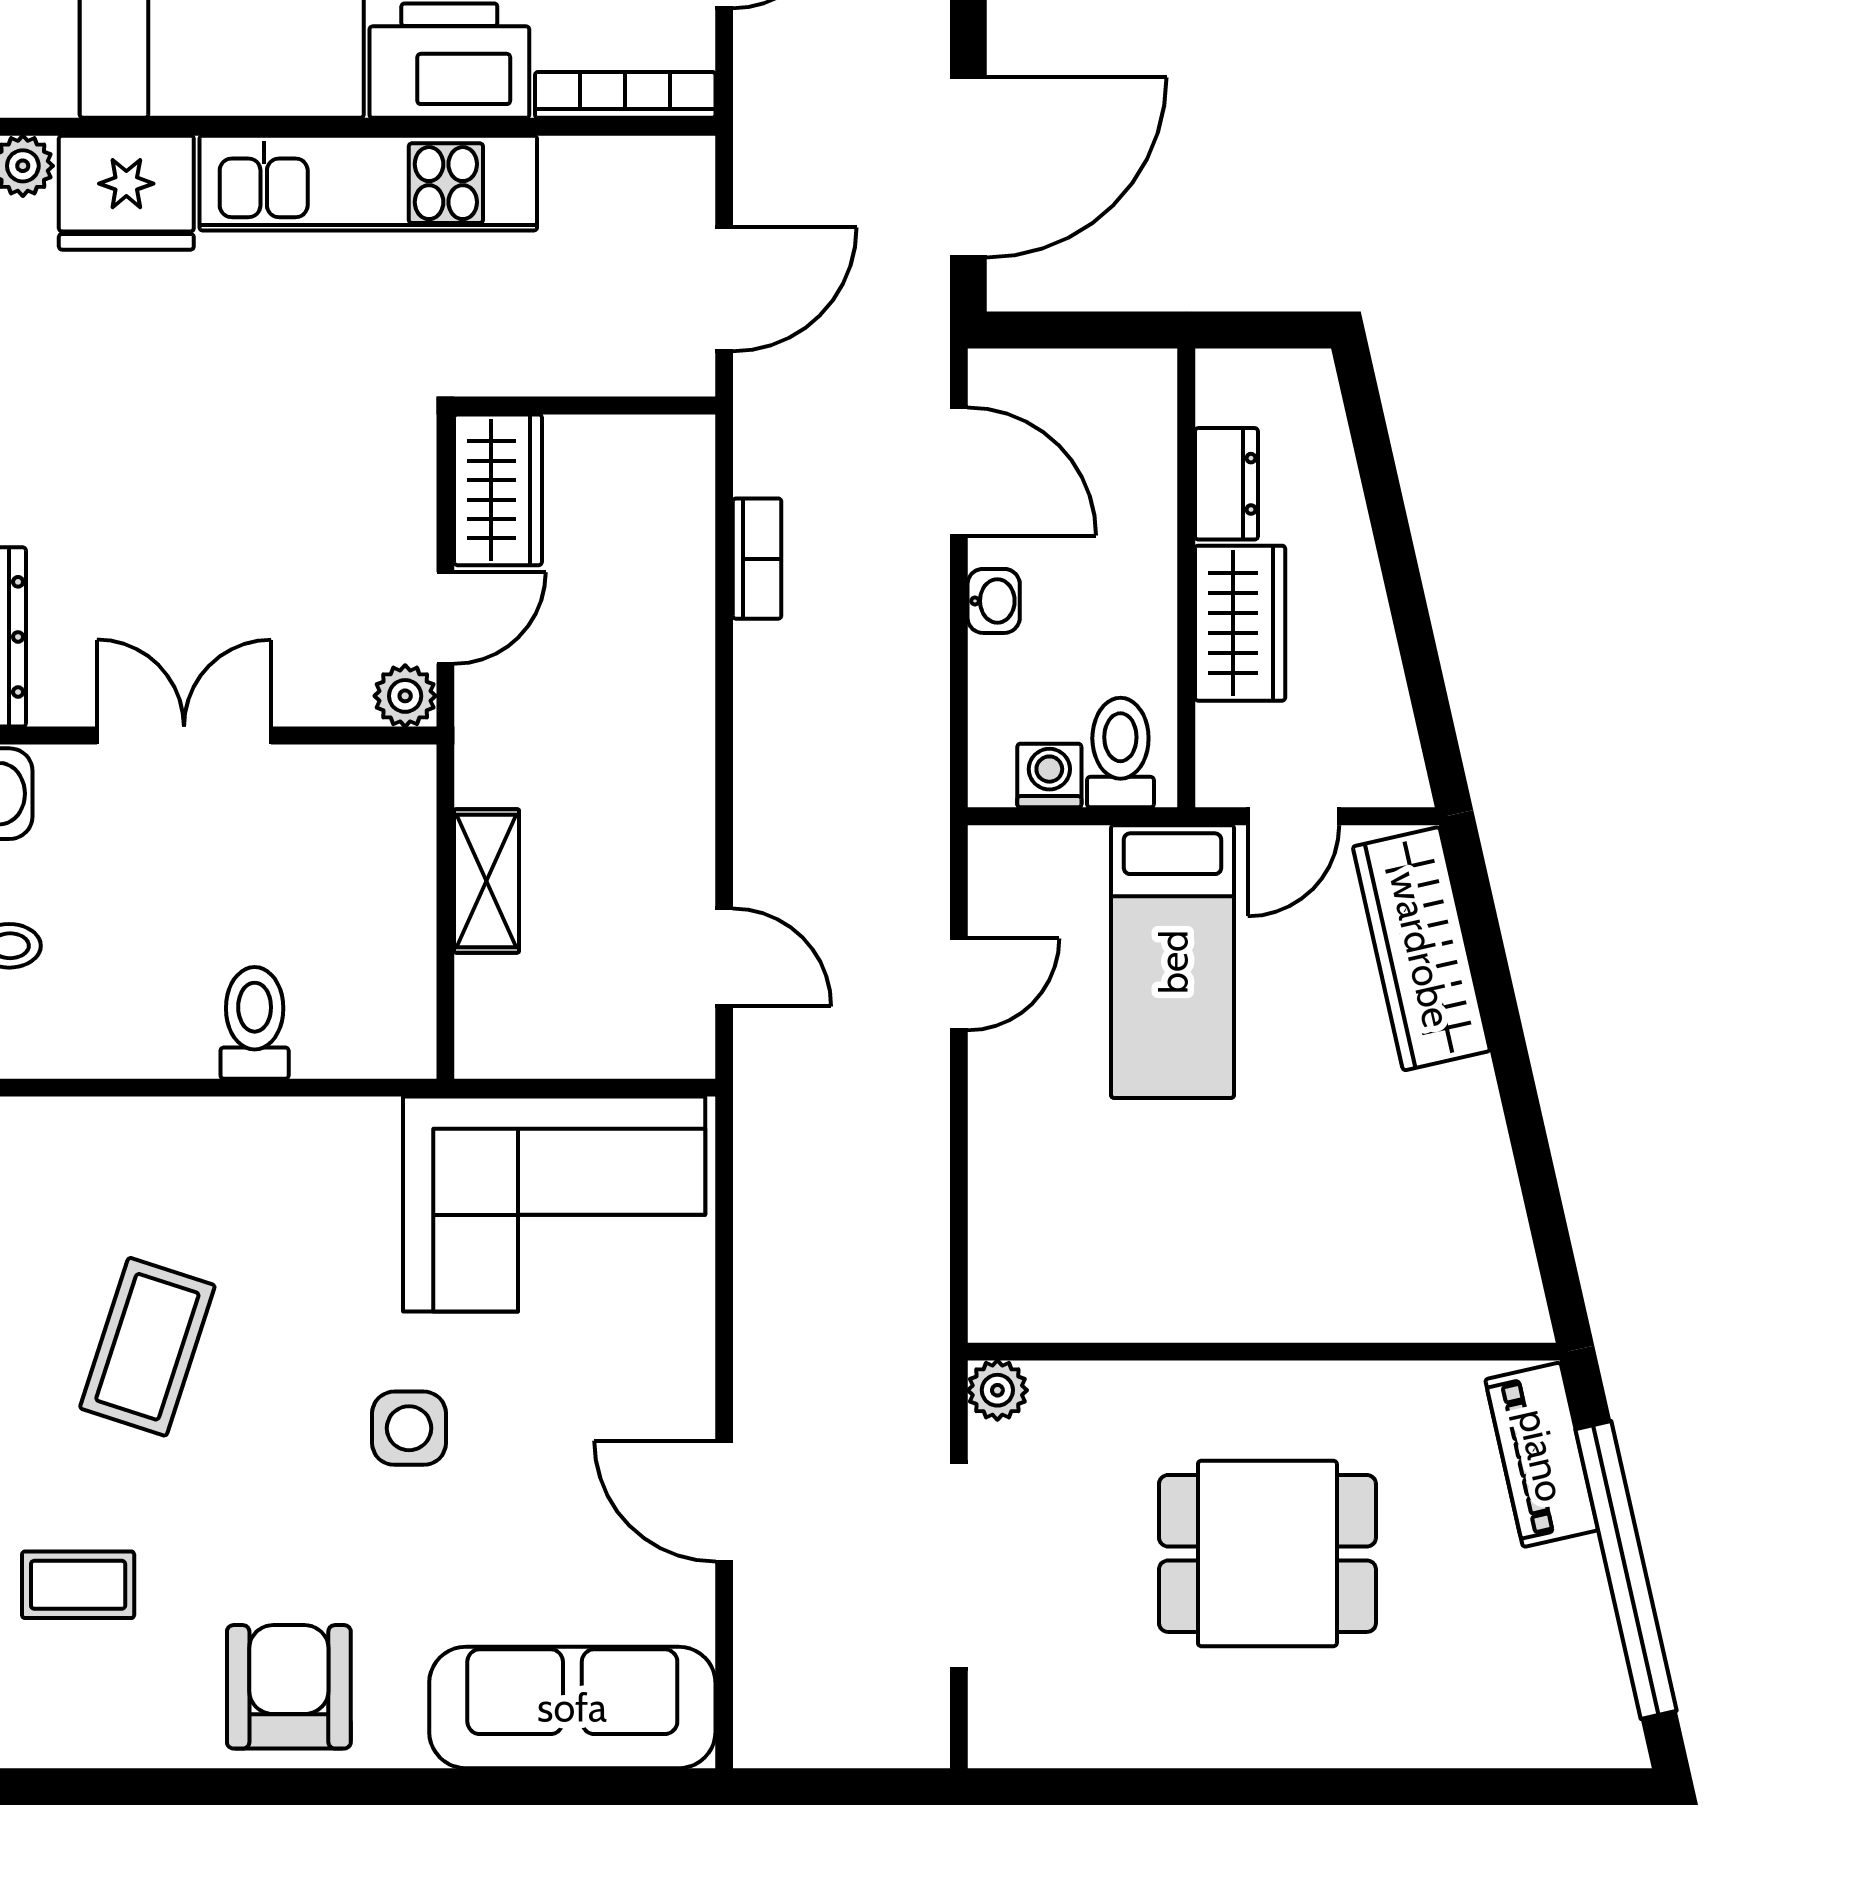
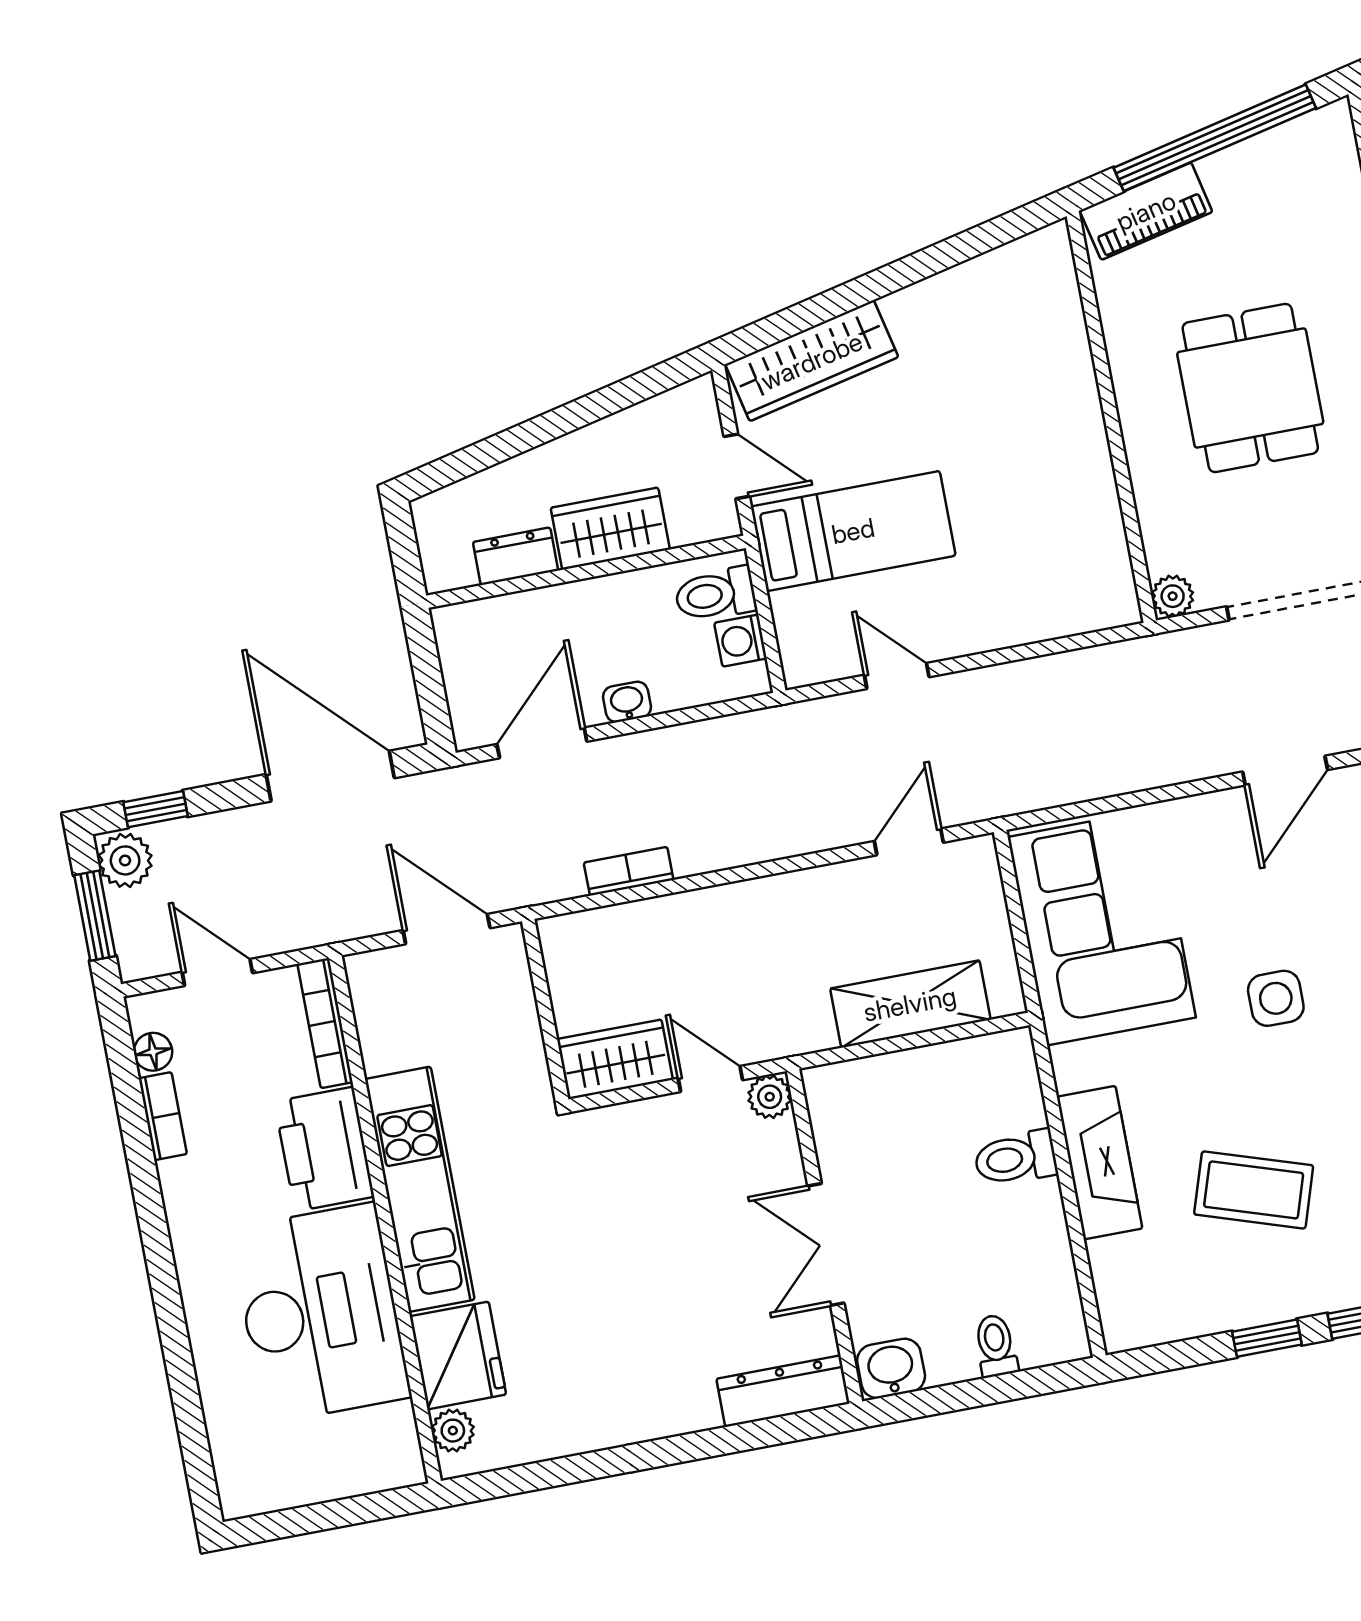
shelving: (487, 881) -> (910, 1004), width x1.50, depth x1.33
fireplace: (226, 1139) -> (1100, 1163), added

